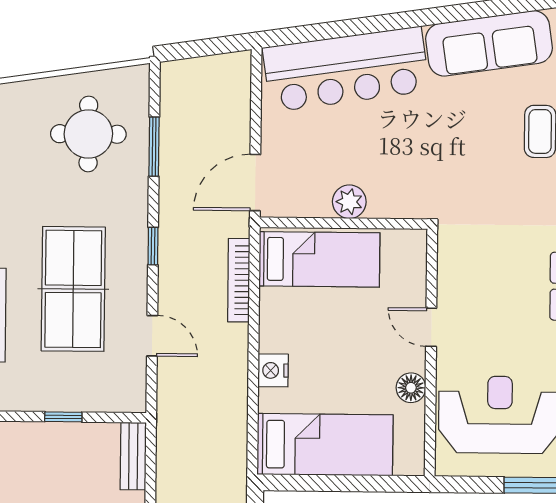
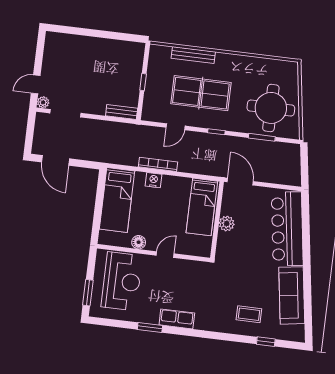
round table: (88, 134) -> (271, 108), width x1.36, depth x1.36
bookcase: (239, 280) -> (158, 164), moved

